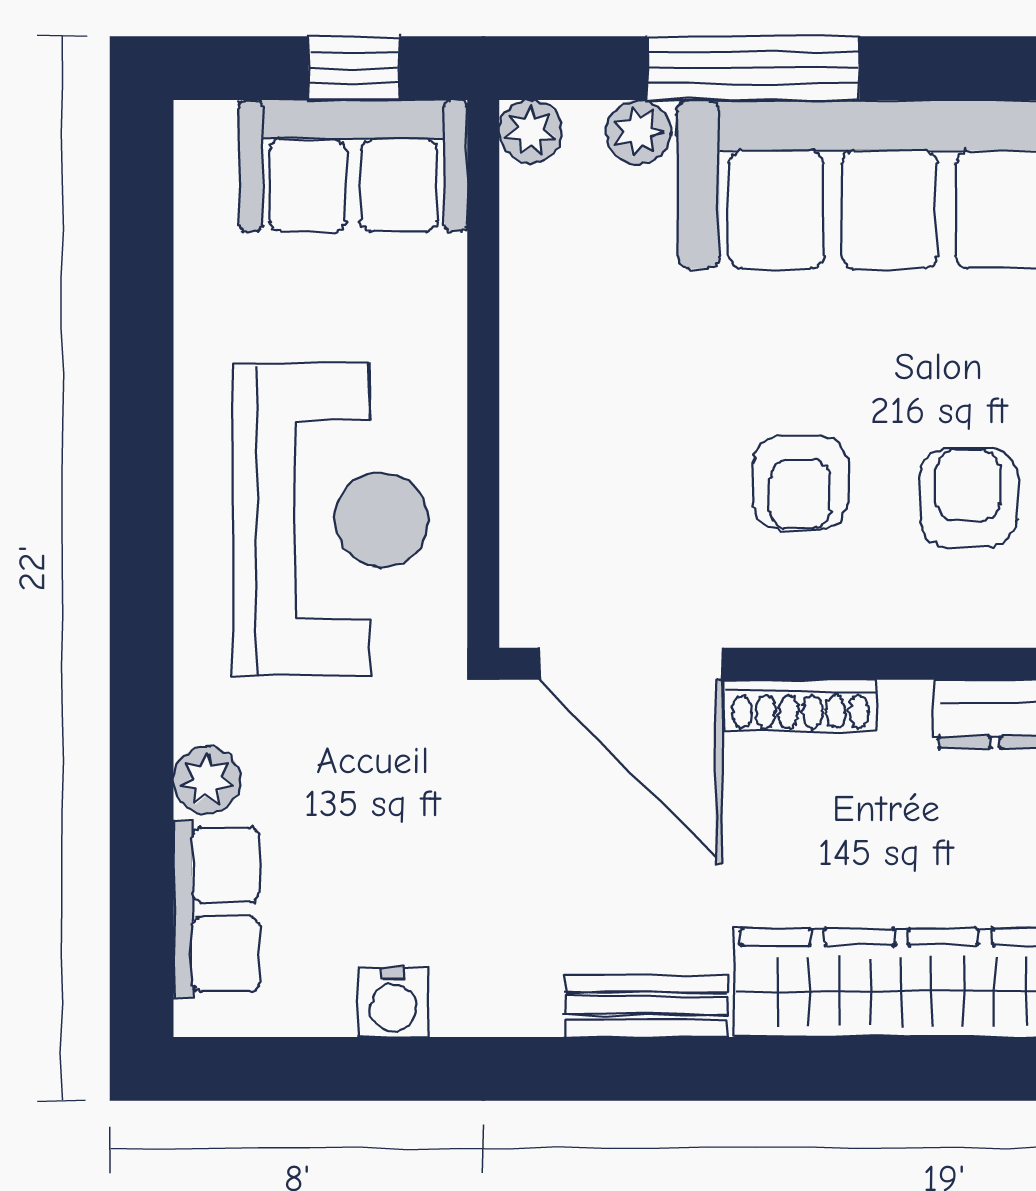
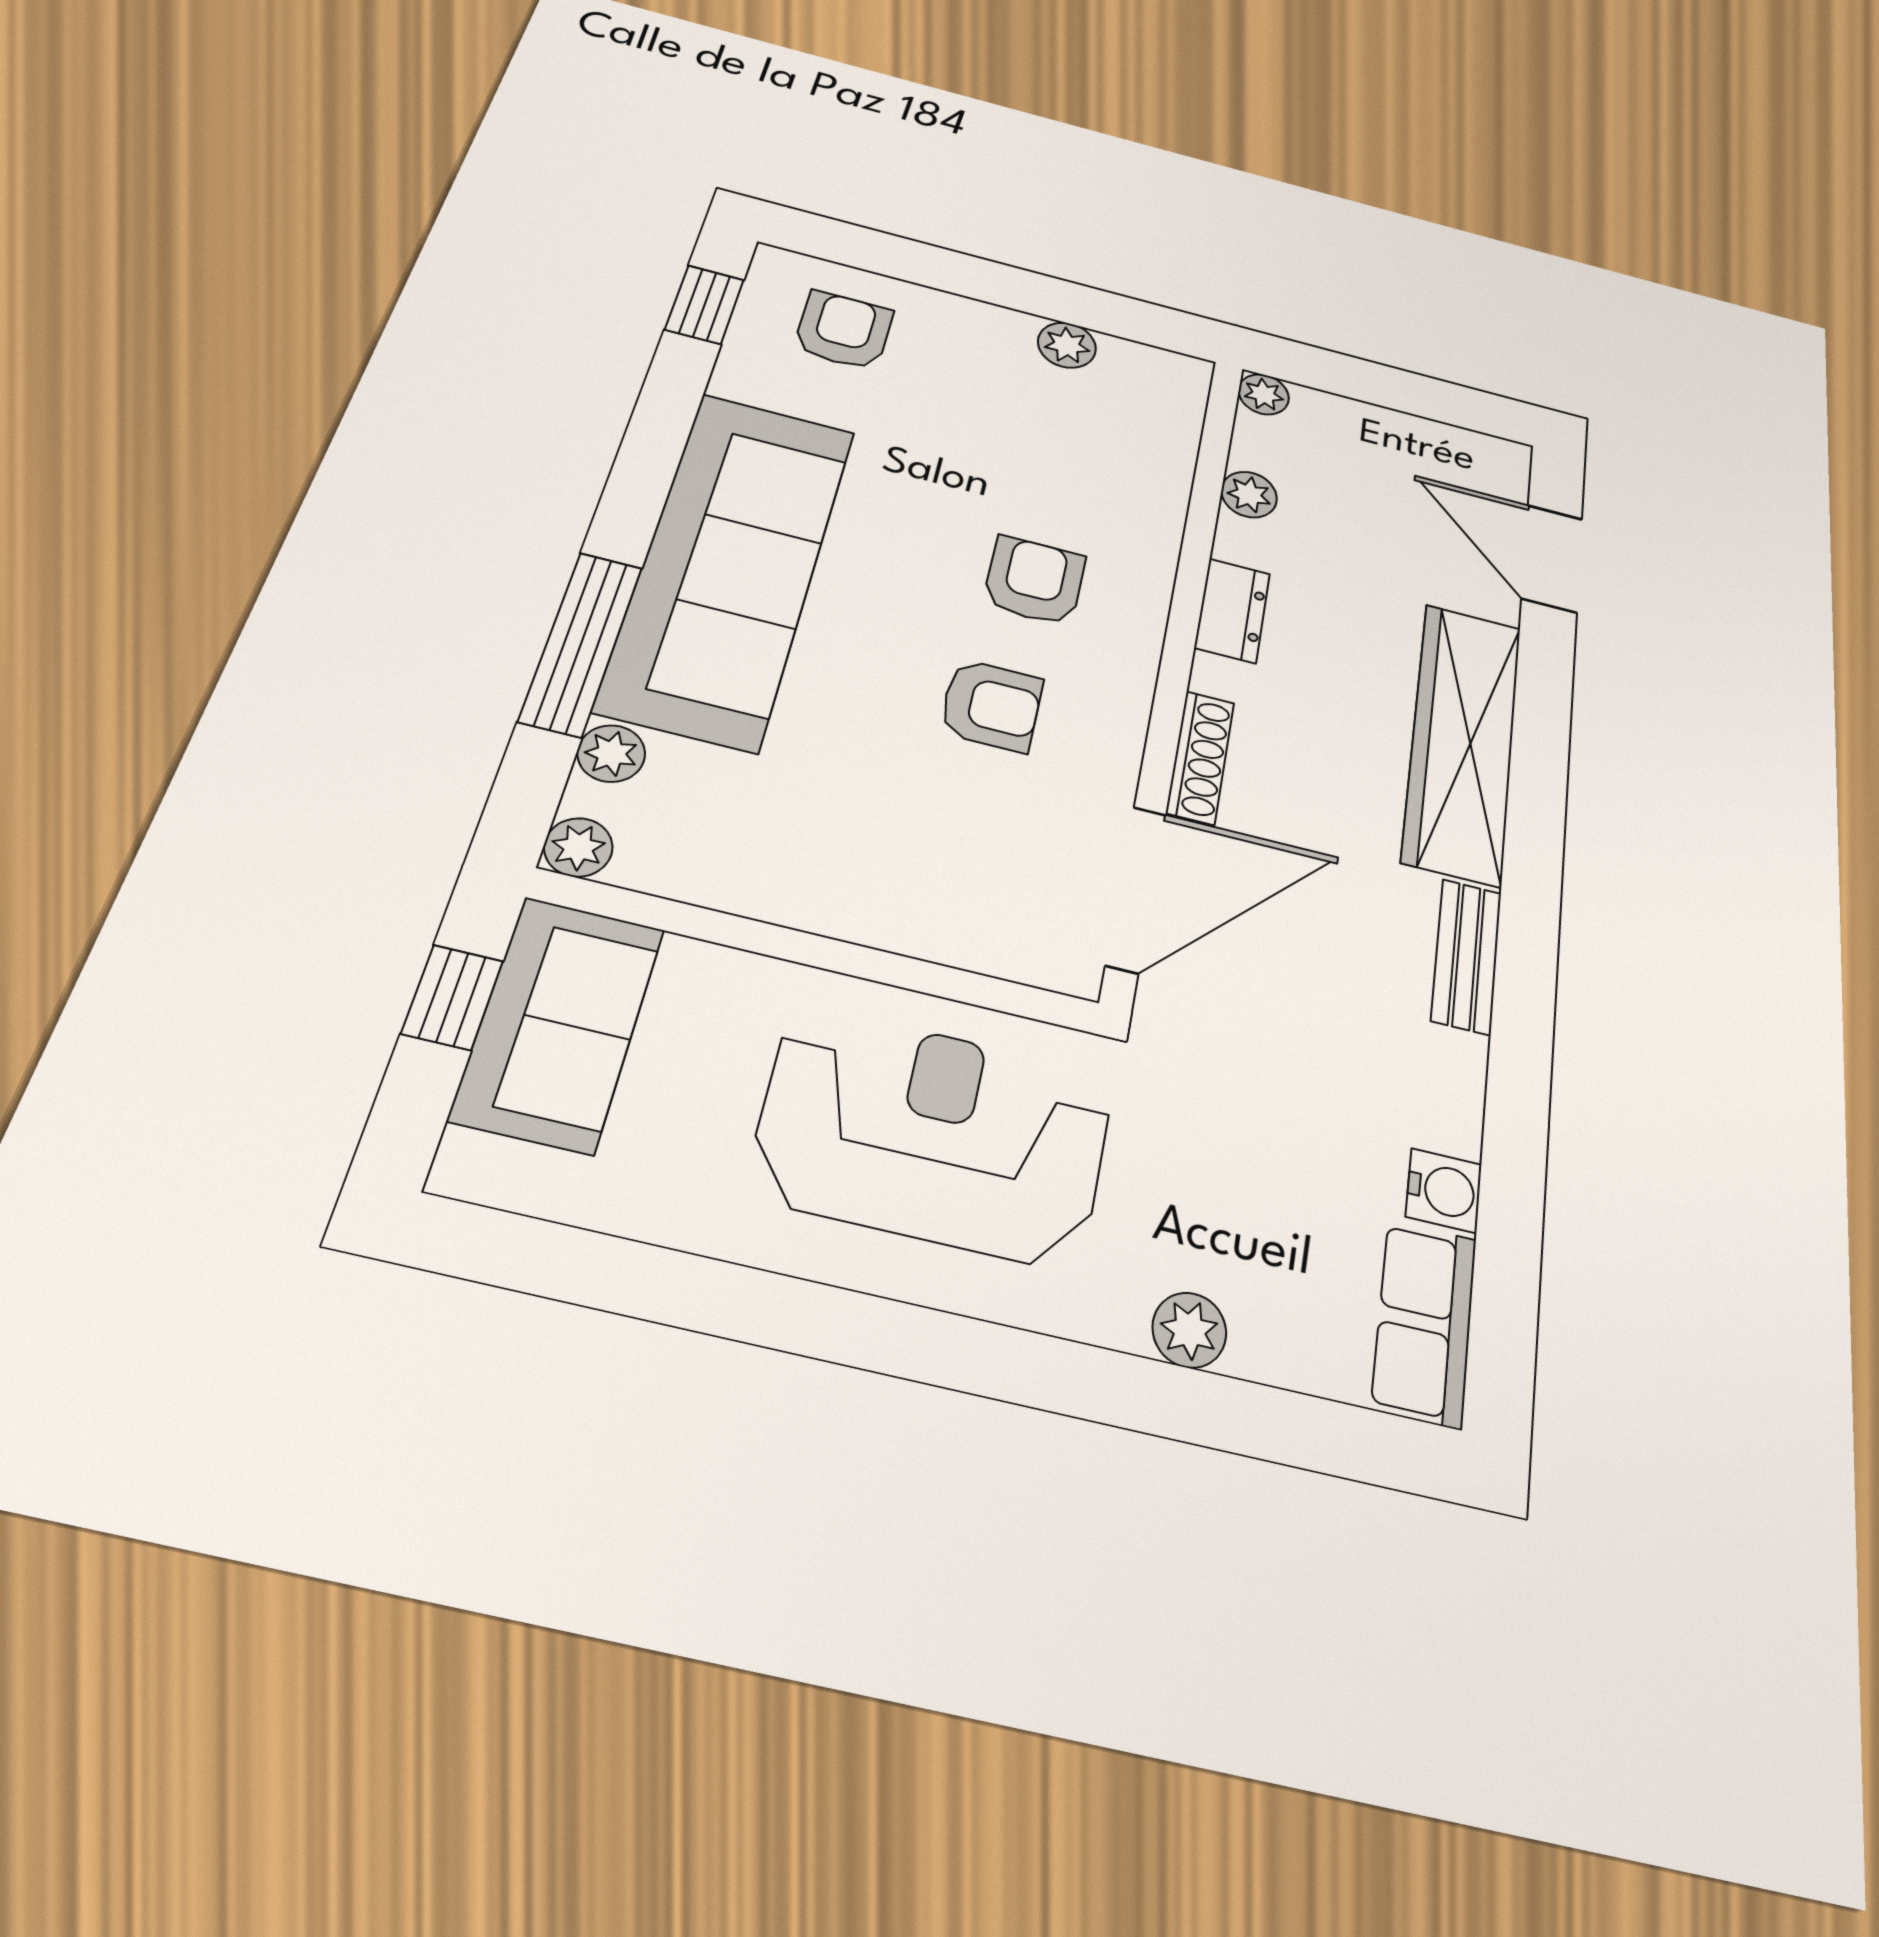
armchair: (968, 498) -> (1034, 581), turned 90
row of seats: (216, 909) -> (1424, 1323), moved, turned -90

